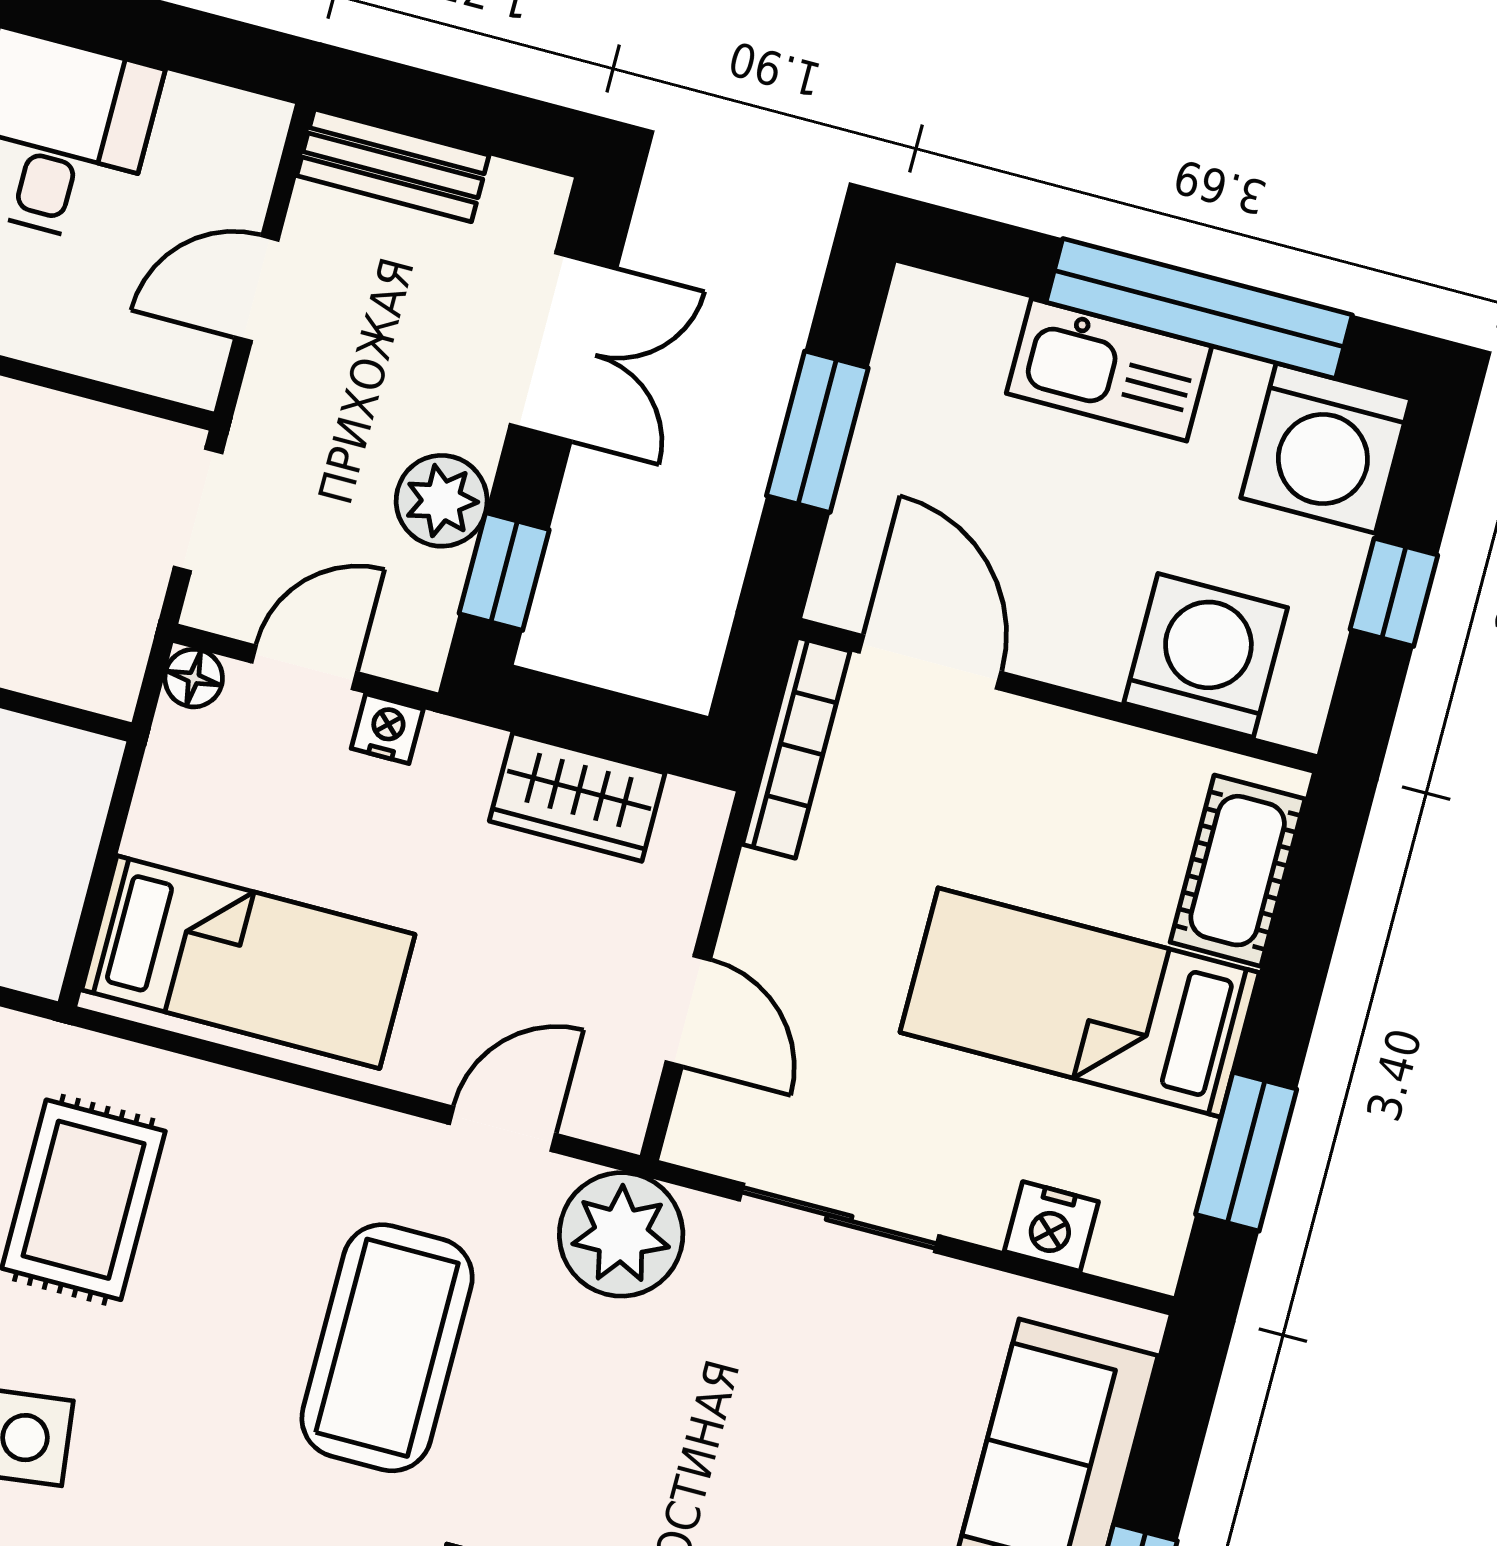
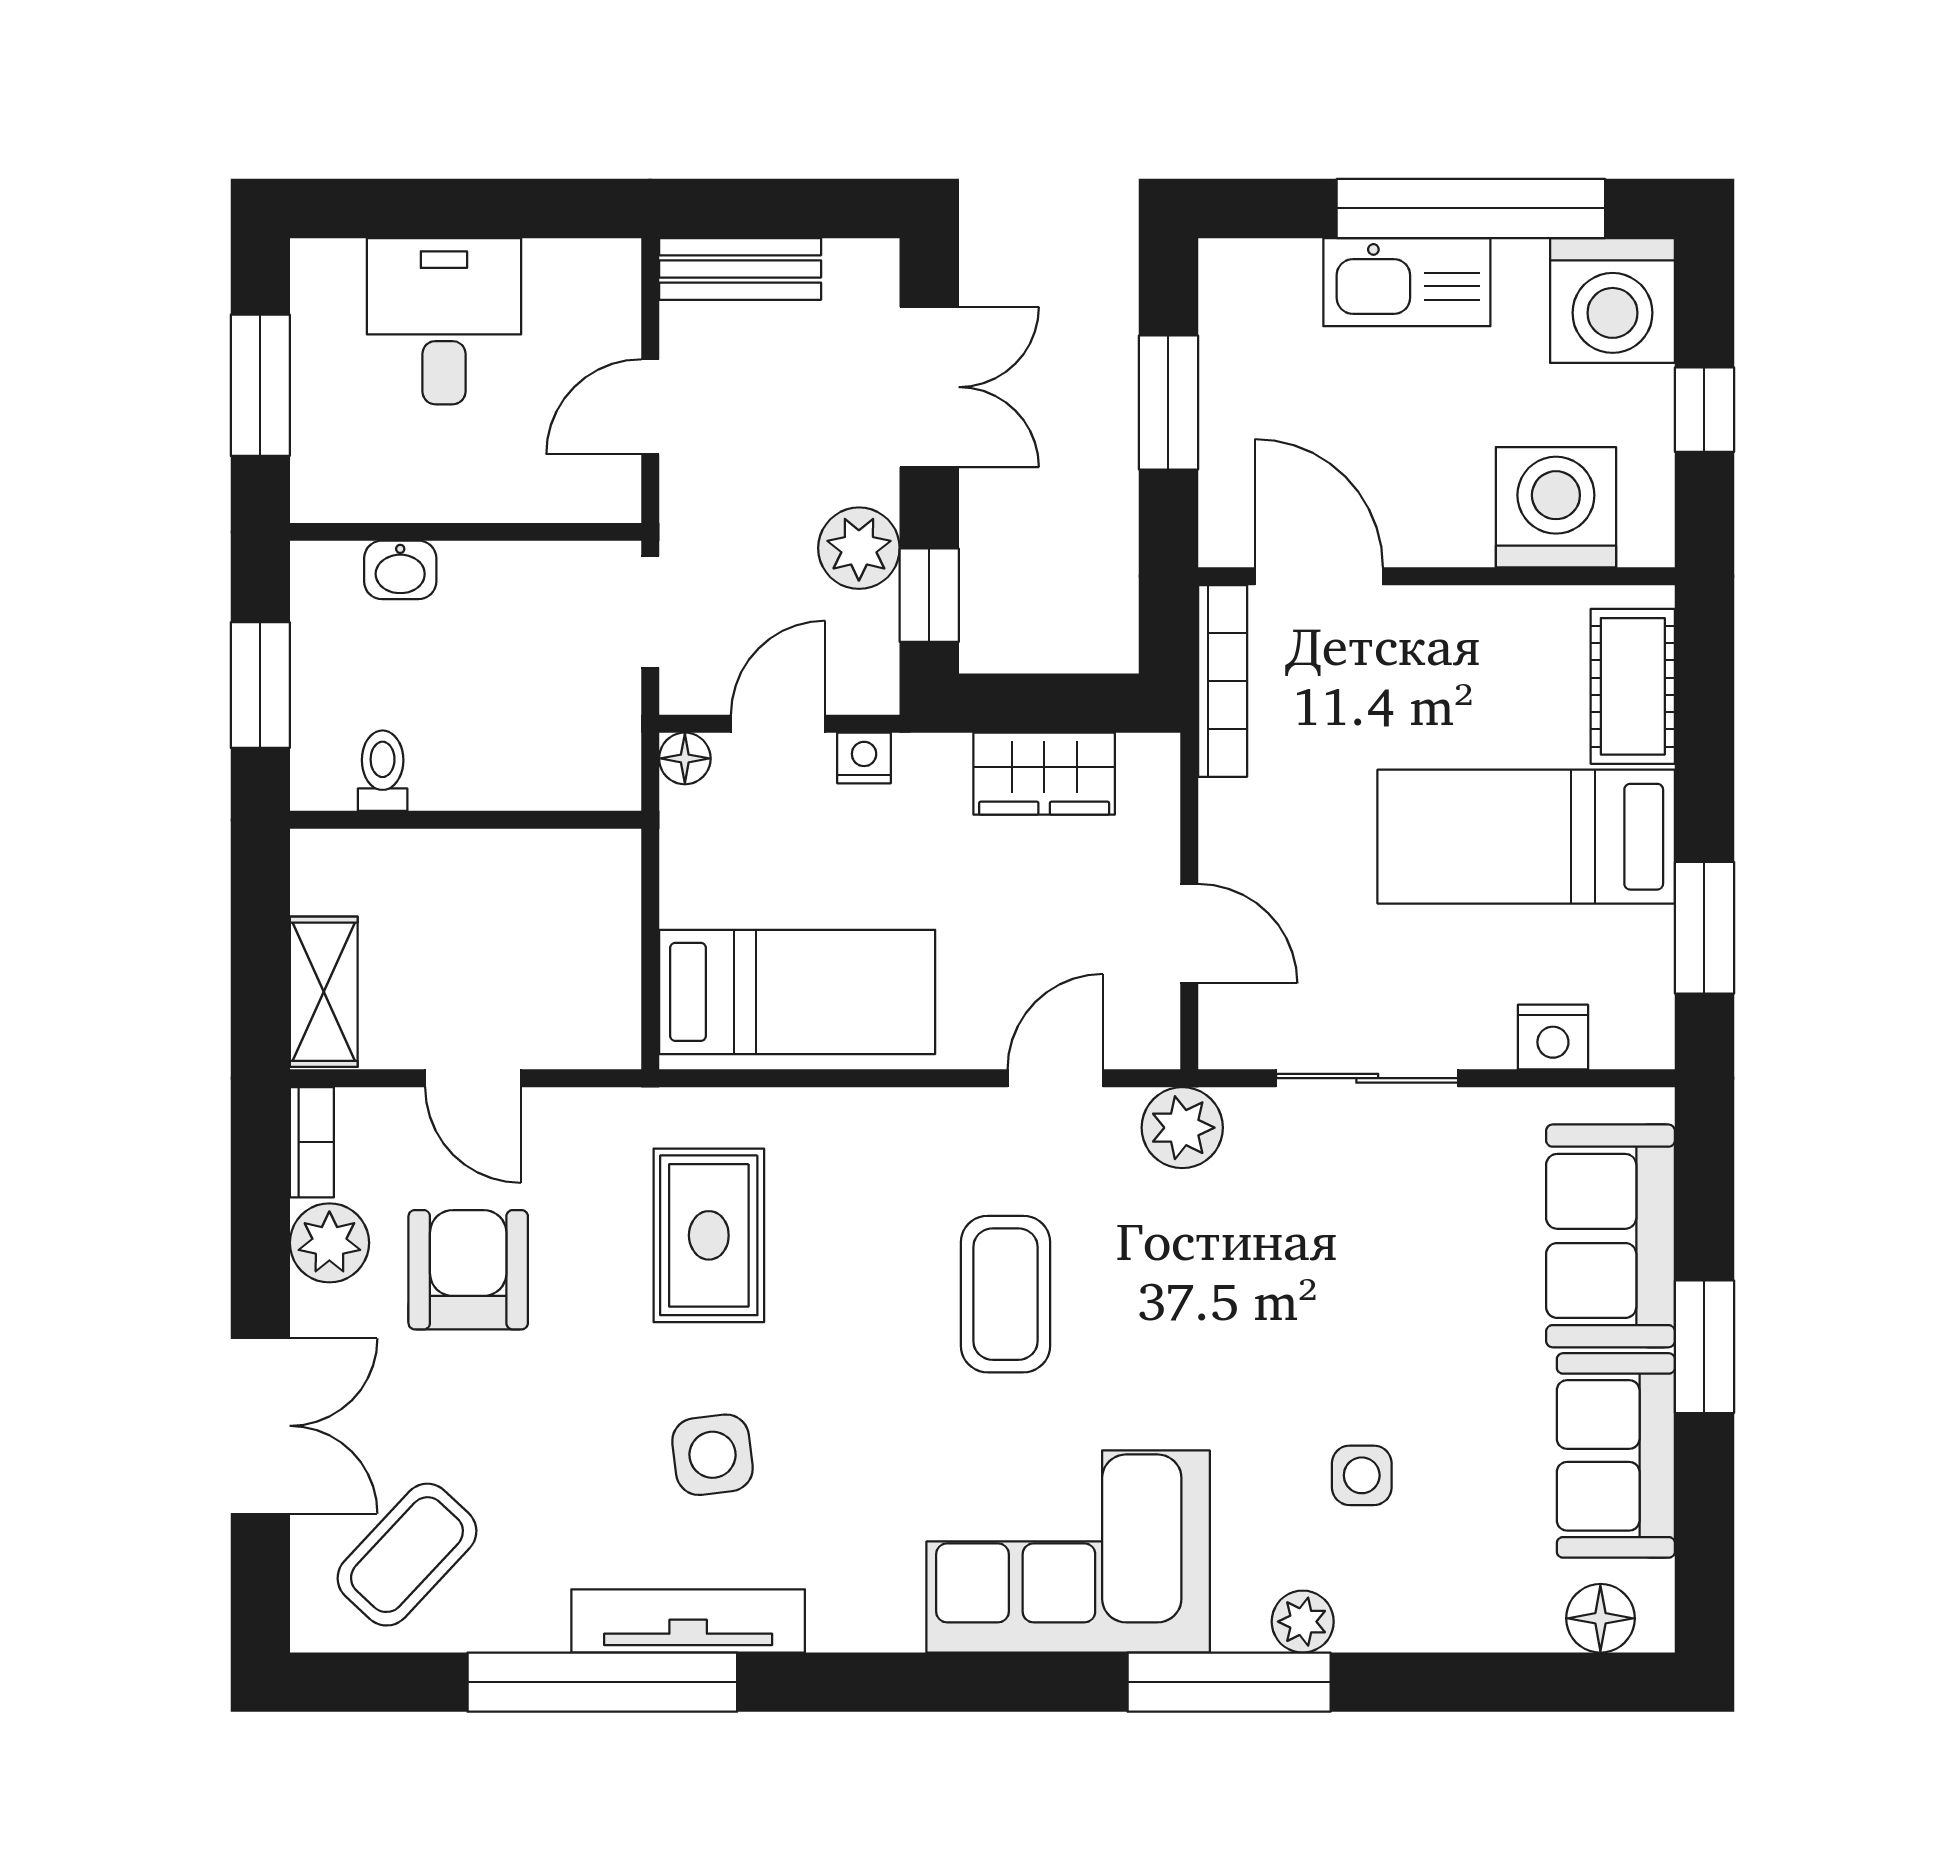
plant: (621, 1234) -> (1182, 1128), width x0.73, depth x0.73
coffee table: (387, 1348) -> (1005, 1294), width x0.73, depth x0.76

